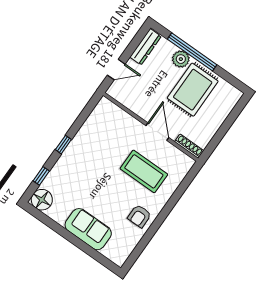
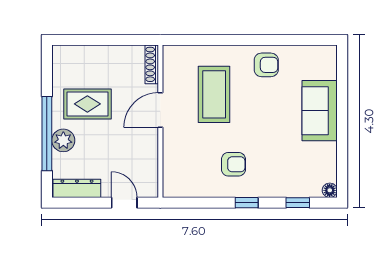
rug: (193, 90) -> (87, 104), width x0.73, depth x0.70
armchair: (93, 153) -> (233, 164), added
floor lamp: (42, 200) -> (330, 190), width x0.53, depth x0.53

